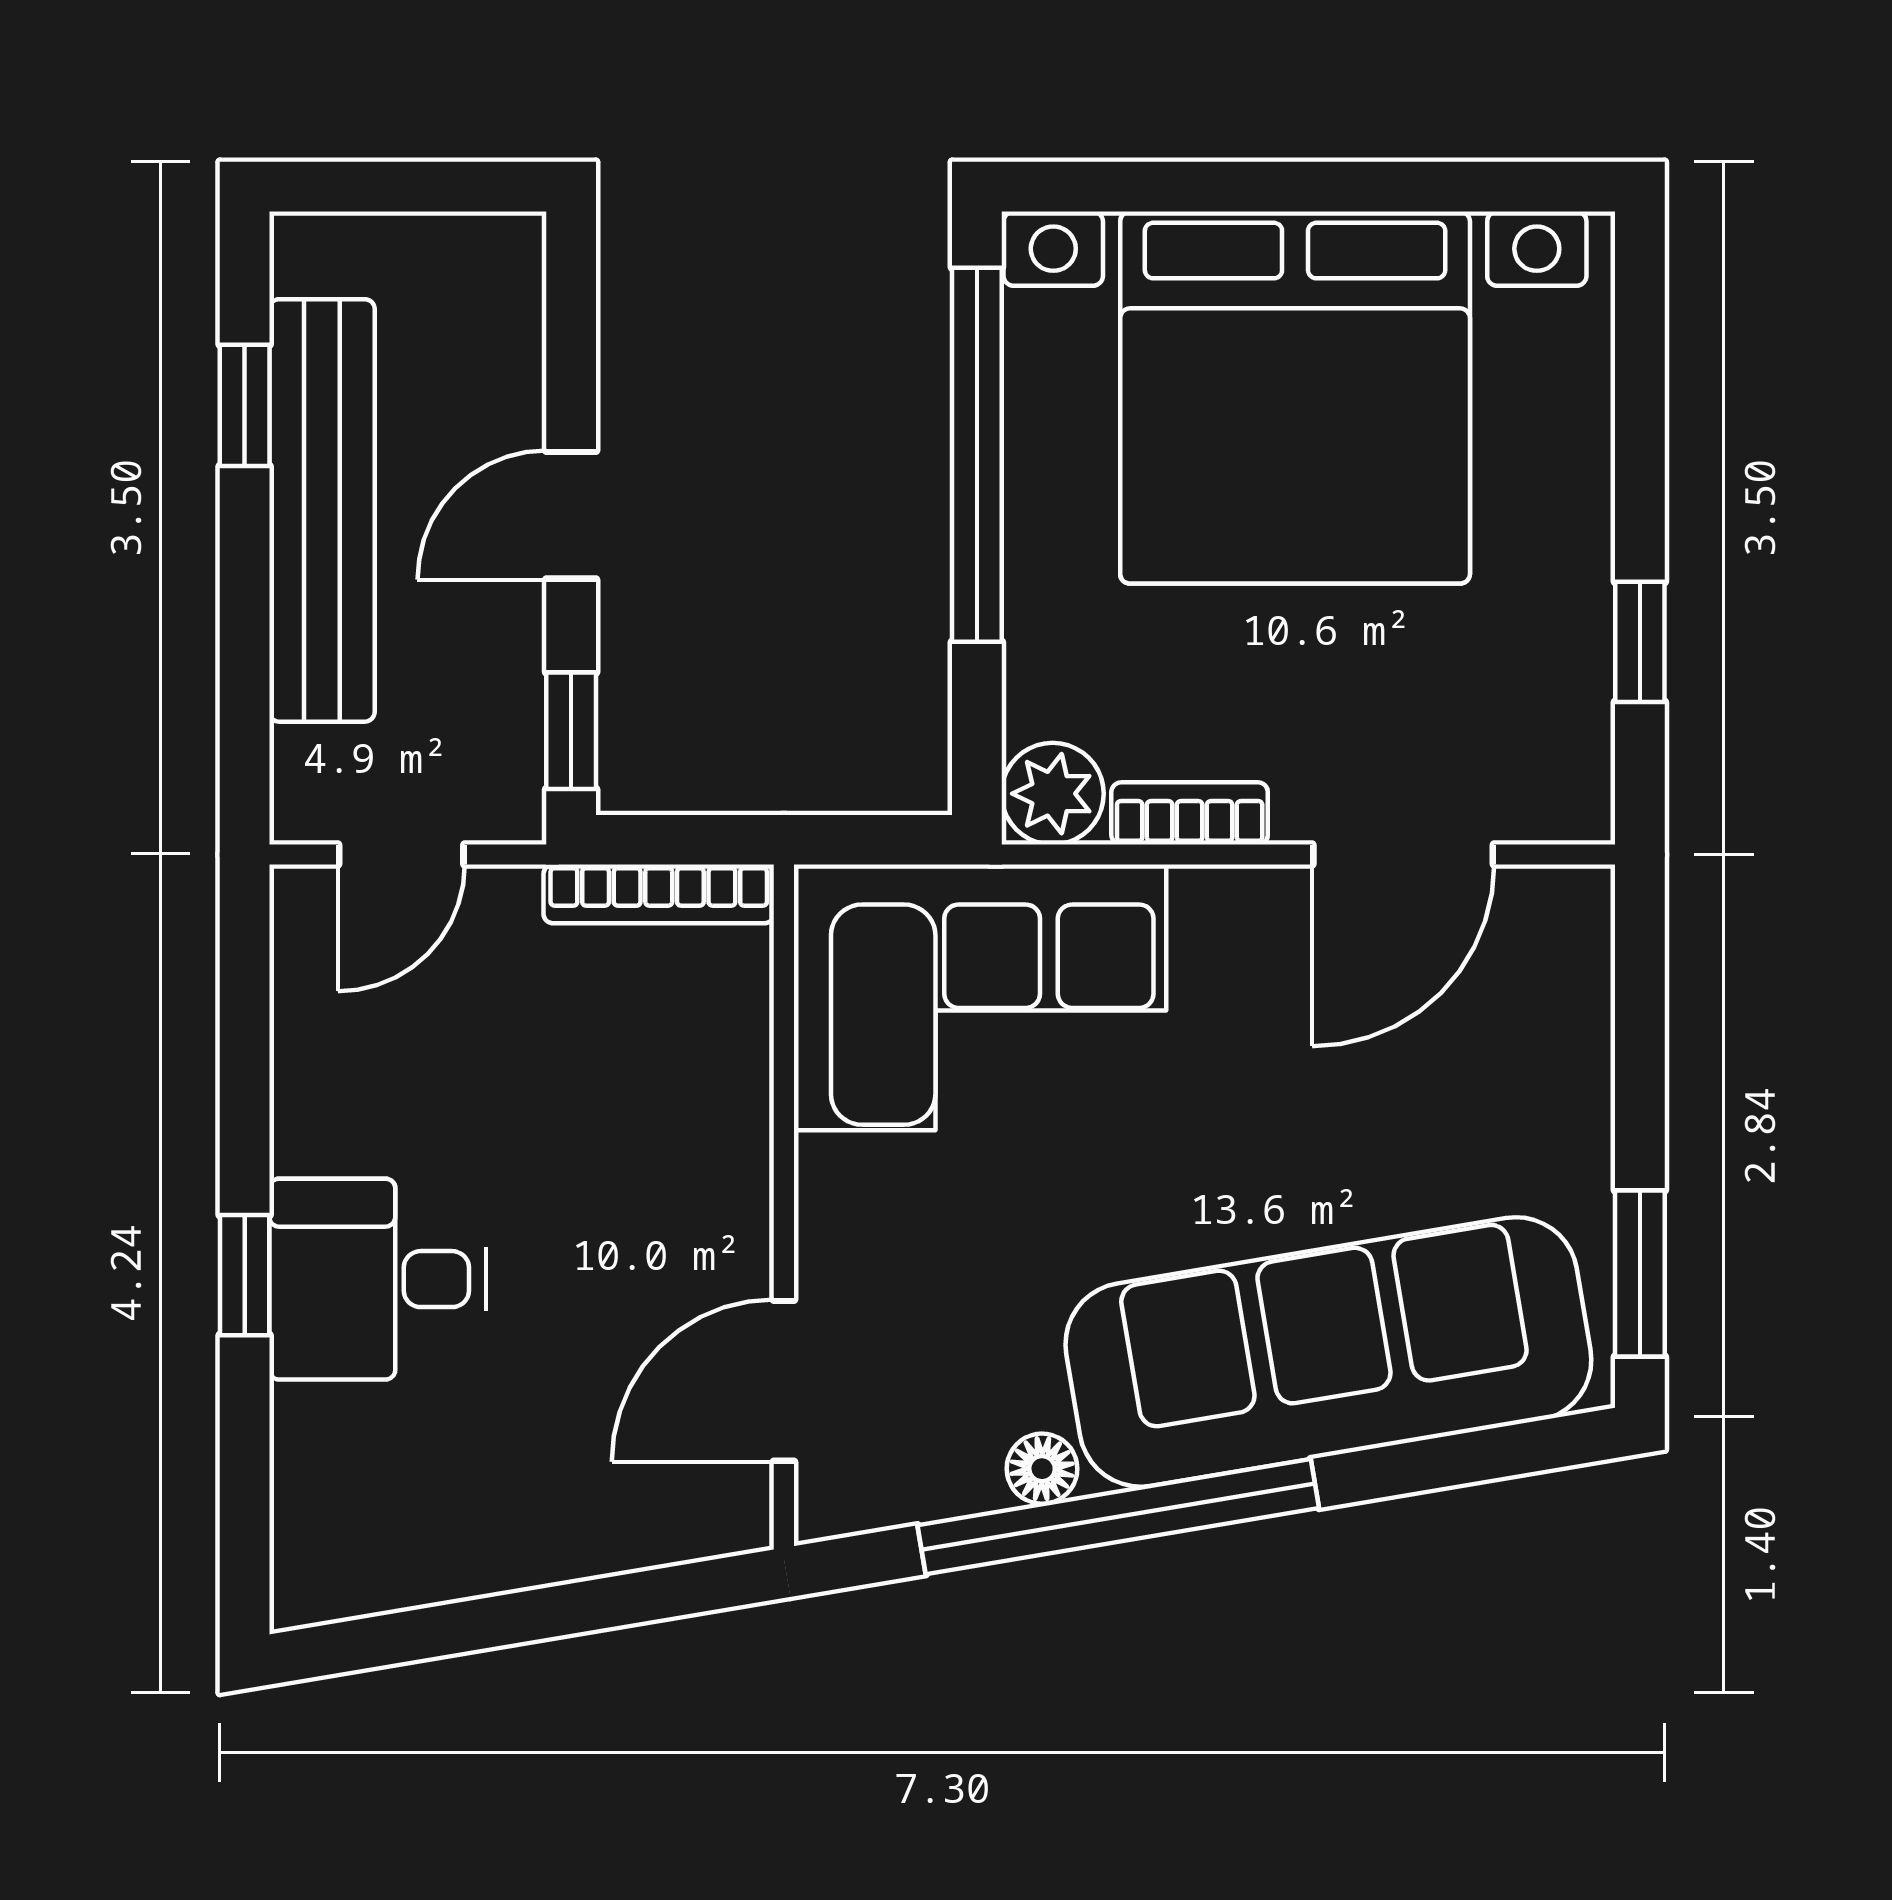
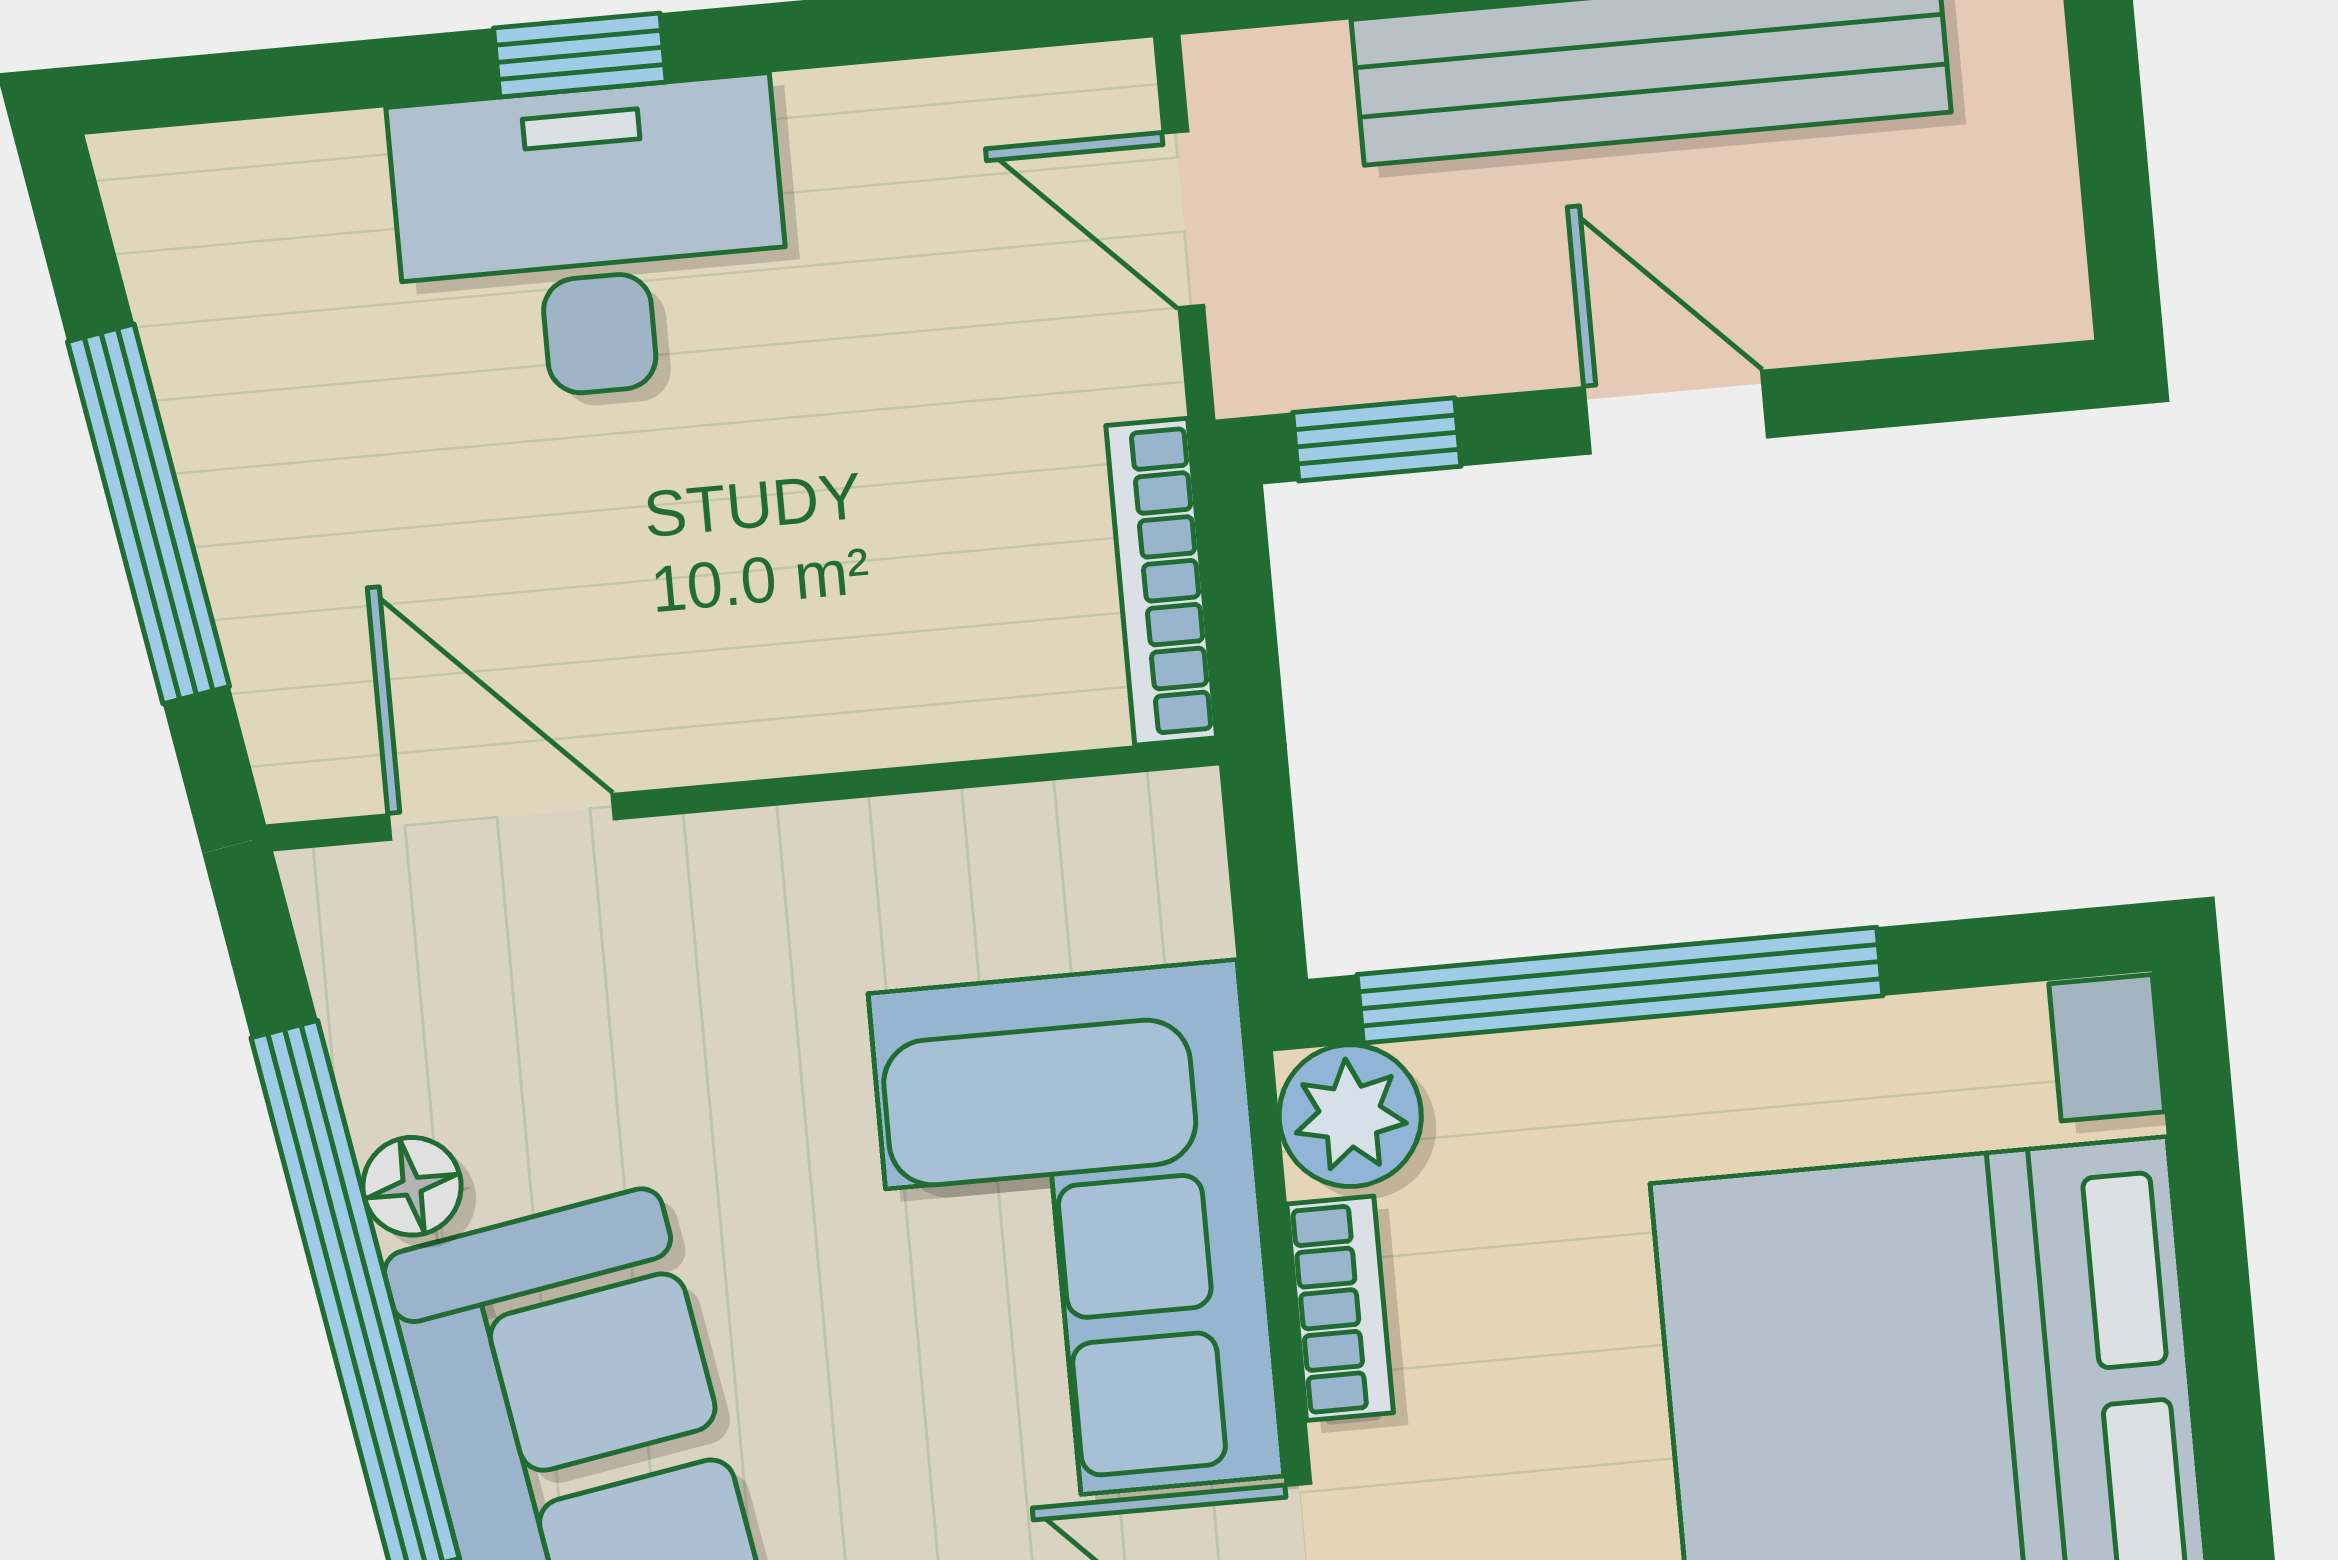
window: (977, 455) -> (1620, 985), moved
corner sofa: (980, 997) -> (1076, 1235), moved
desk: (378, 1279) -> (591, 240), width x1.37
window: (544, 1613) -> (149, 514), added

